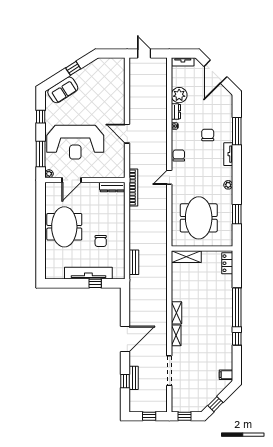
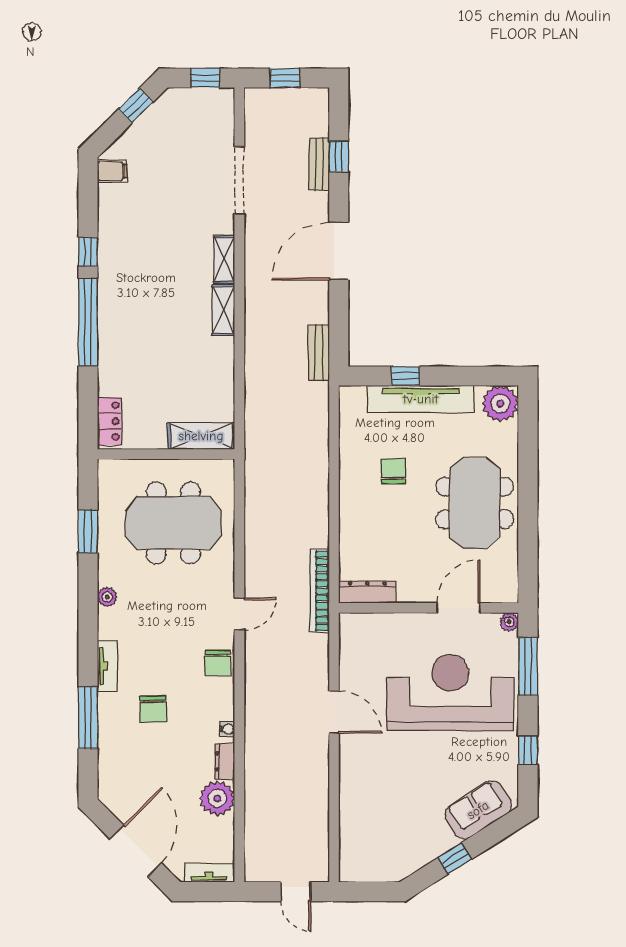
meeting table: (199, 218) -> (173, 523), turned 90
bench: (134, 262) -> (319, 353), moved
plant: (53, 271) -> (500, 404), added

